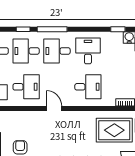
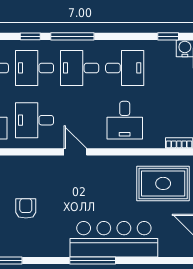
desk: (88, 51) -> (125, 68), turned 90
desk: (26, 87) -> (35, 120), turned 180
desk: (88, 87) -> (125, 120), turned 90

